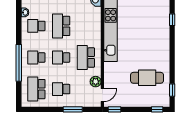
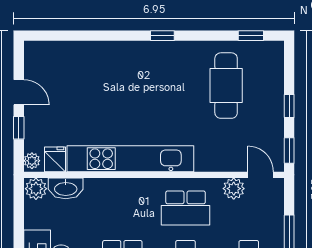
window: (172, 20) -> (162, 36), moved
window: (157, 109) -> (289, 106), moved

